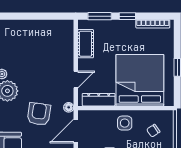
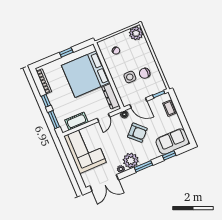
corner sofa: (46, 39) -> (85, 149), added
door: (76, 79) -> (104, 118), swing flipped
armchair: (39, 114) -> (137, 133), turned -144
side table: (125, 123) -> (130, 77), moved

